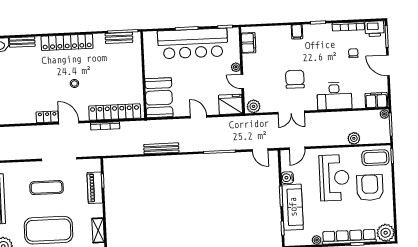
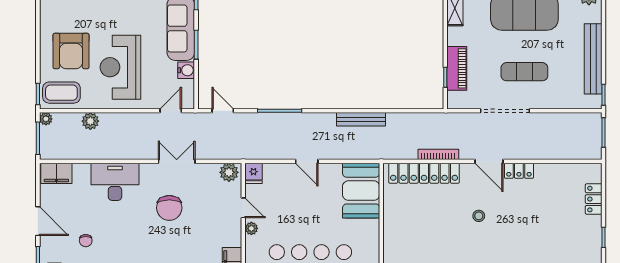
fridge: (231, 104) -> (254, 173), width x0.53, depth x0.75
plant: (384, 114) -> (46, 119), moved

